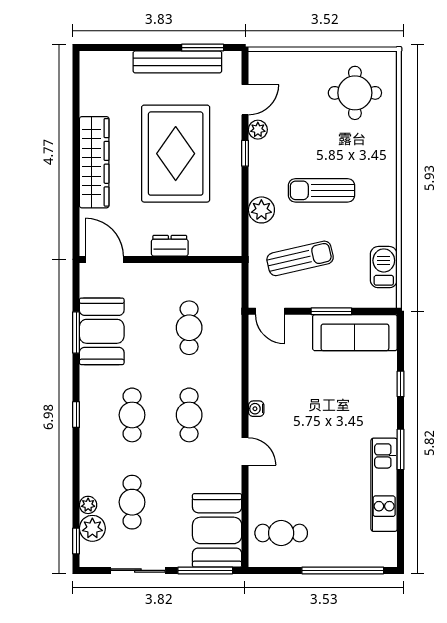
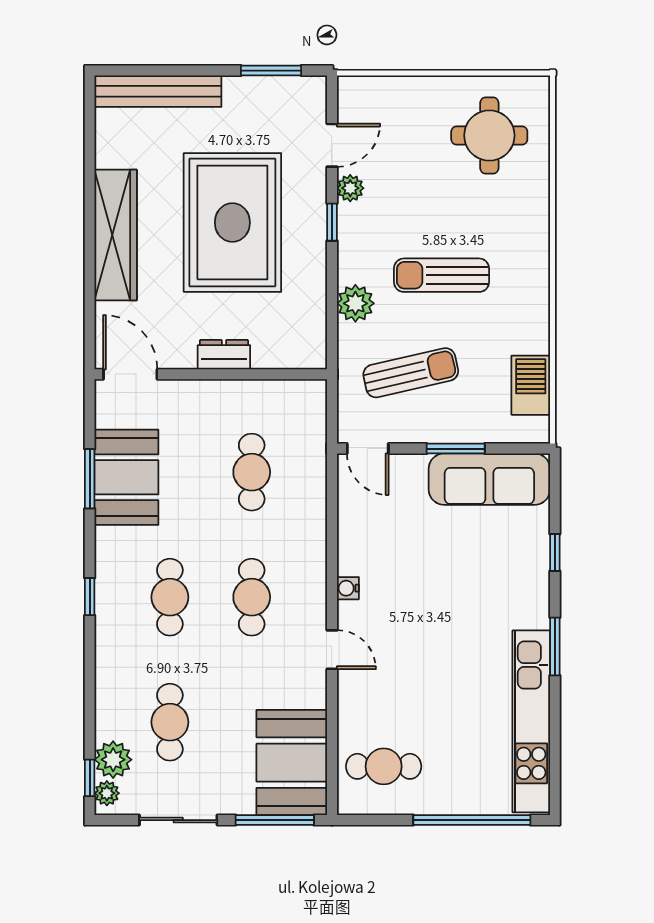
bench: (177, 62) -> (158, 91), moved
kitchen unit: (384, 485) -> (531, 721), width x1.36
plant: (88, 505) -> (107, 793), moved

